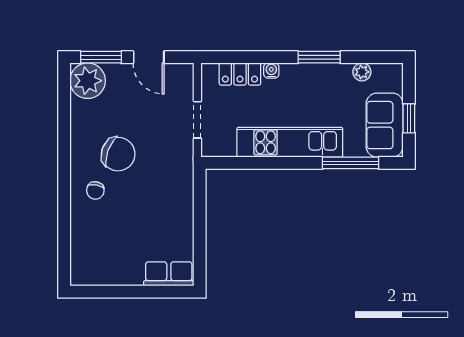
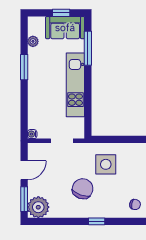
water cooler: (271, 71) -> (32, 134), moved
locker: (240, 74) -> (34, 115), removed
window: (64, 177) -> (97, 221), added
chair: (95, 190) -> (135, 204), moved
side table: (158, 192) -> (106, 164), added

